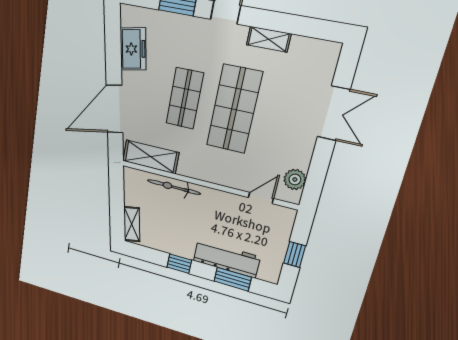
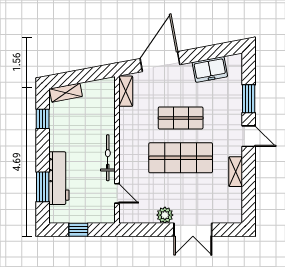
door: (115, 109) -> (160, 62), hinge flipped
shelving: (151, 157) -> (126, 91), width x0.67, depth x0.75
plant: (295, 179) -> (165, 215), moved
bicycle: (174, 187) -> (108, 158), moved
window: (179, 264) -> (43, 119), moved

